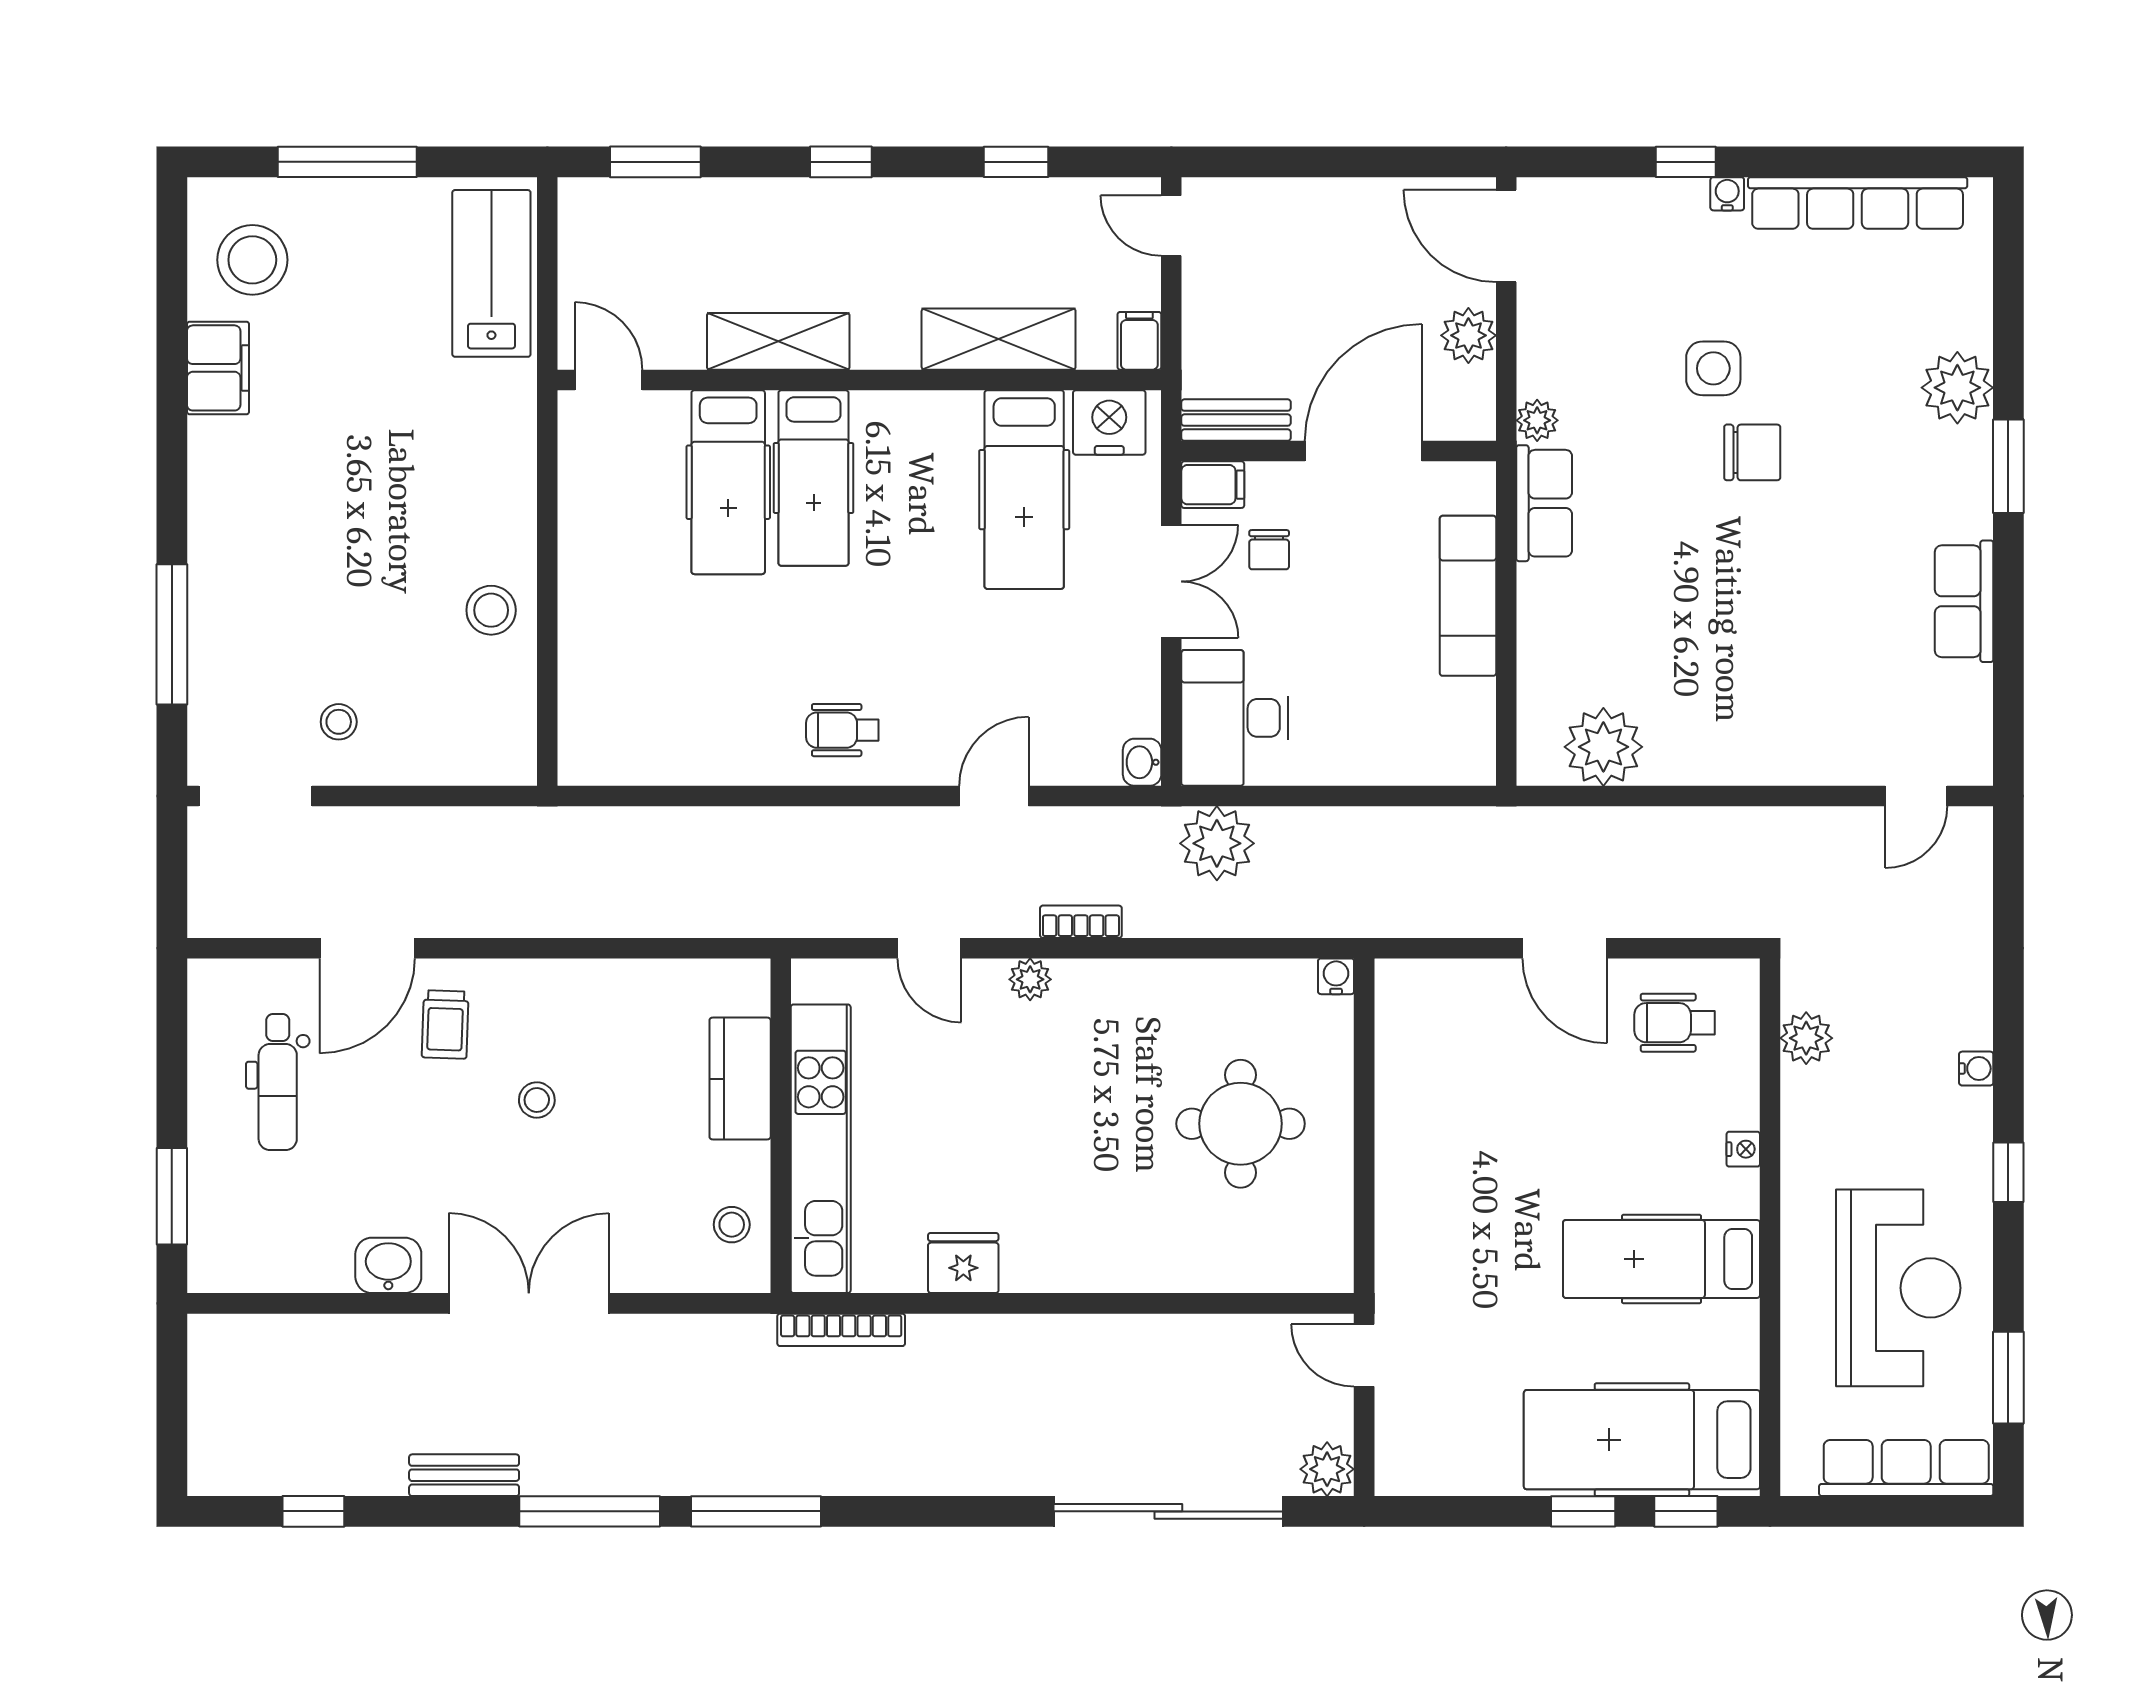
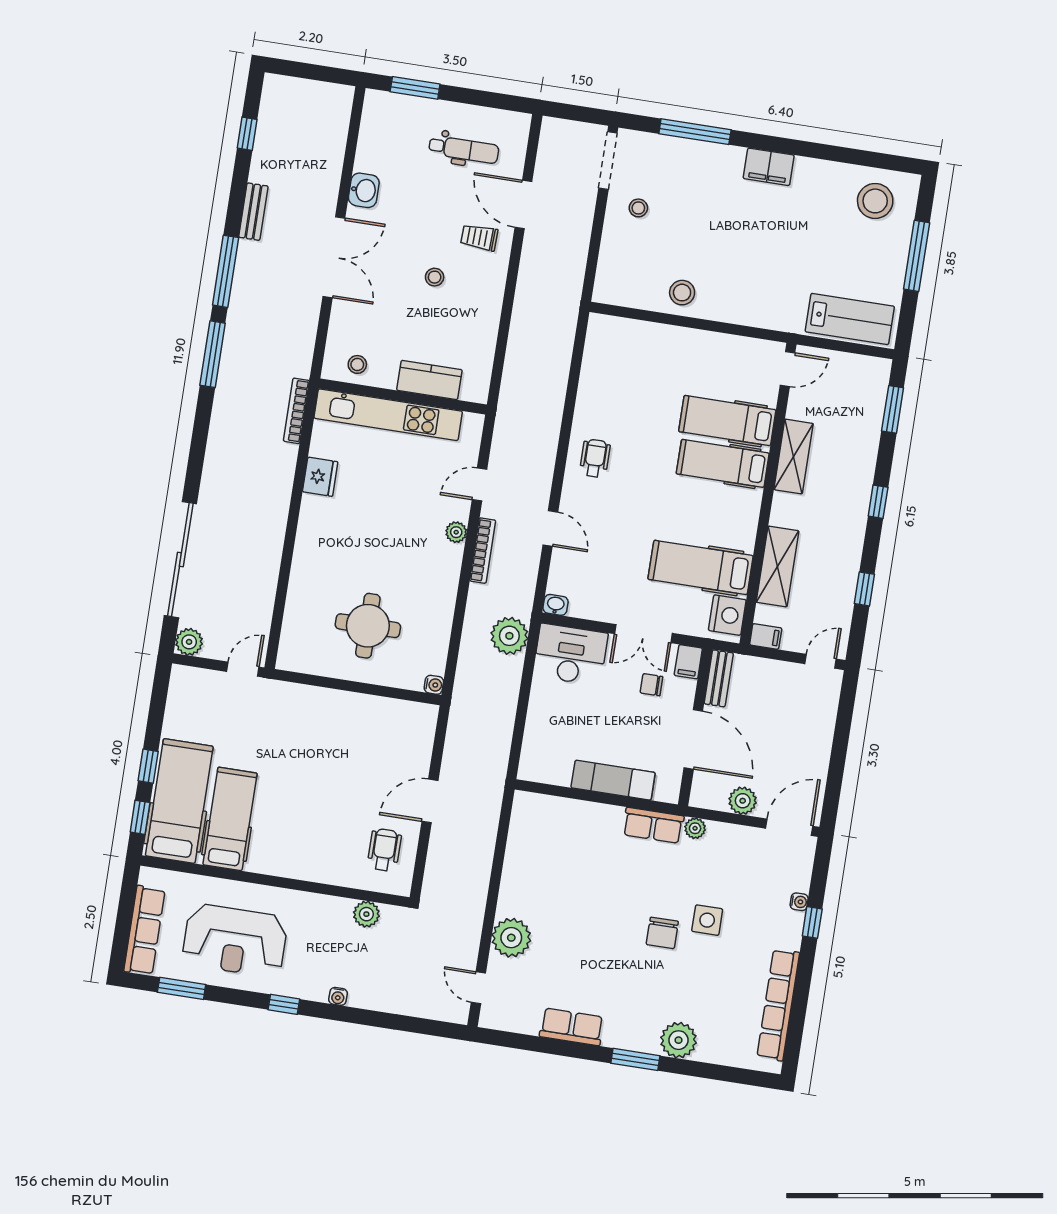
water cooler: (1727, 194) -> (799, 902), moved
filing cabinet: (218, 368) -> (769, 167), moved
plant: (1603, 747) -> (511, 938), moved
bookcase: (1081, 922) -> (483, 551), width x1.56
dental chair: (278, 1082) -> (464, 149), turned 180
nightstand: (1743, 1149) -> (316, 874), removed
hospital bed: (1662, 1259) -> (230, 819), moved

